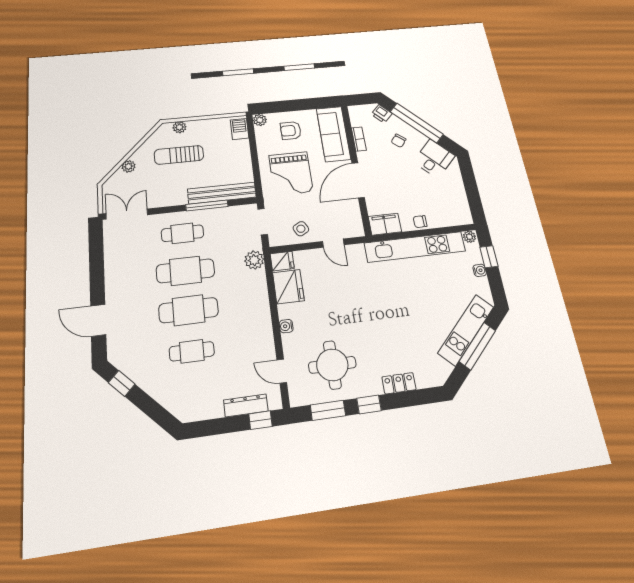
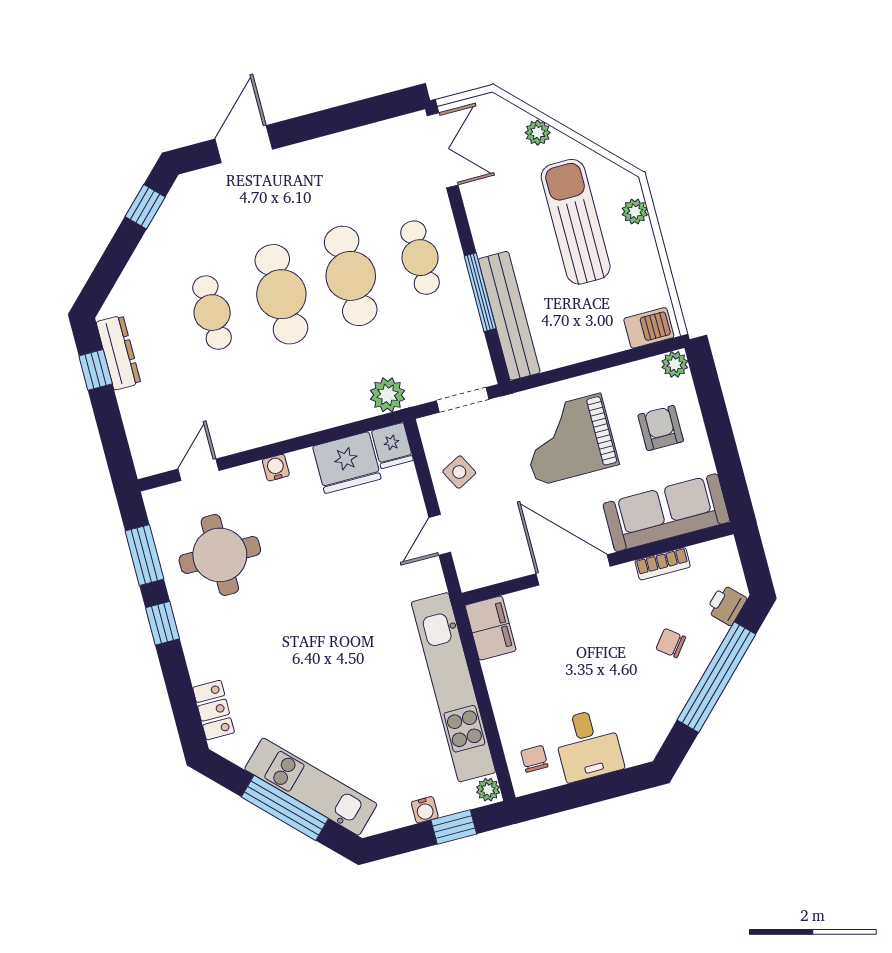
sun lounger: (179, 155) -> (576, 222), width x1.36, depth x1.34
desk: (434, 159) -> (588, 745), moved, turned 45
chair: (420, 222) -> (534, 759), moved
locker: (399, 383) -> (214, 710), moved
dresser: (246, 405) -> (118, 353), moved
window: (260, 420) -> (96, 370), moved

